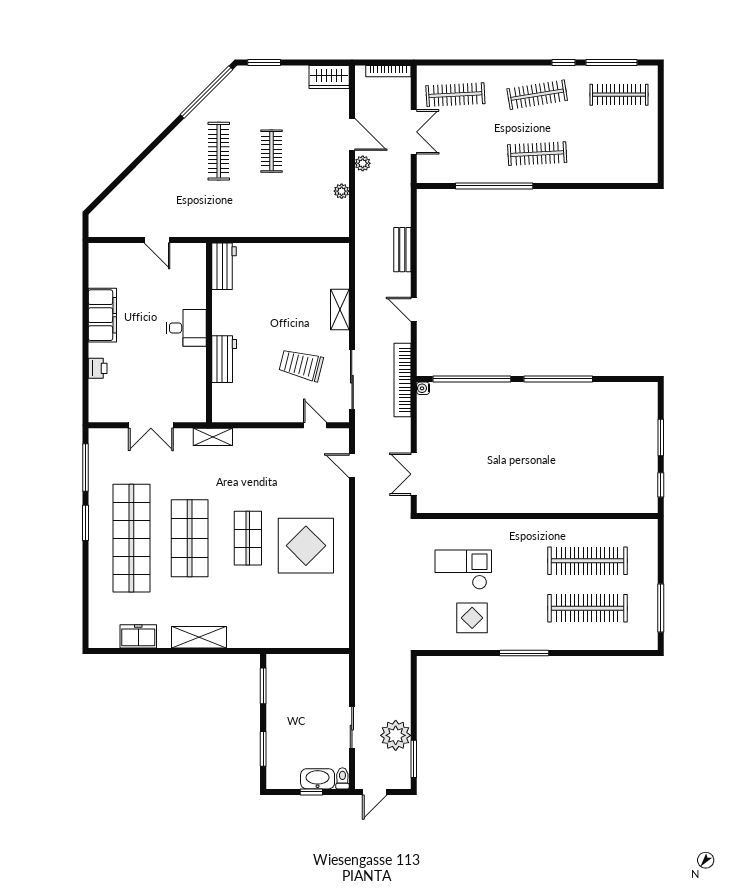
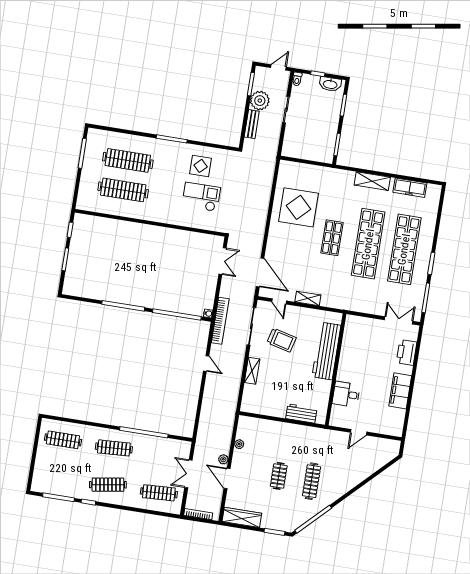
wardrobe: (329, 77) -> (242, 517), width x1.50
clothes rail: (619, 95) -> (63, 440), moved
door: (157, 240) -> (359, 432), swing flipped
bench: (402, 250) -> (252, 124), moved
workbench: (224, 266) -> (301, 413), moved, turned 90
desk: (186, 328) -> (346, 394), moved
workbench: (224, 359) -> (326, 351), width x1.88, depth x1.32
printer: (98, 368) -> (407, 352), width x1.87, depth x1.48
double door: (151, 425) -> (399, 320), moved
shelving: (213, 437) -> (308, 298), moved
door: (352, 466) -> (260, 272), width x1.88
shop shelf: (190, 538) -> (368, 244), width x1.40
display table: (306, 546) -> (298, 207), moved
checkout: (463, 570) -> (201, 197), turned 180
freezer: (138, 636) -> (410, 188), width x1.40
washbasin: (318, 779) -> (330, 84), moved

